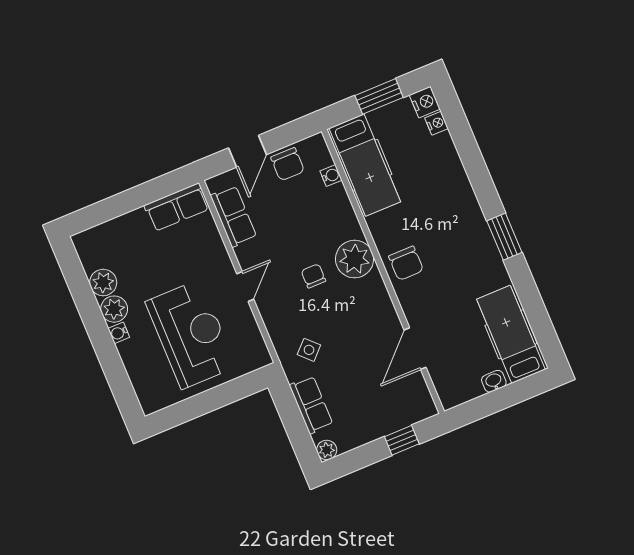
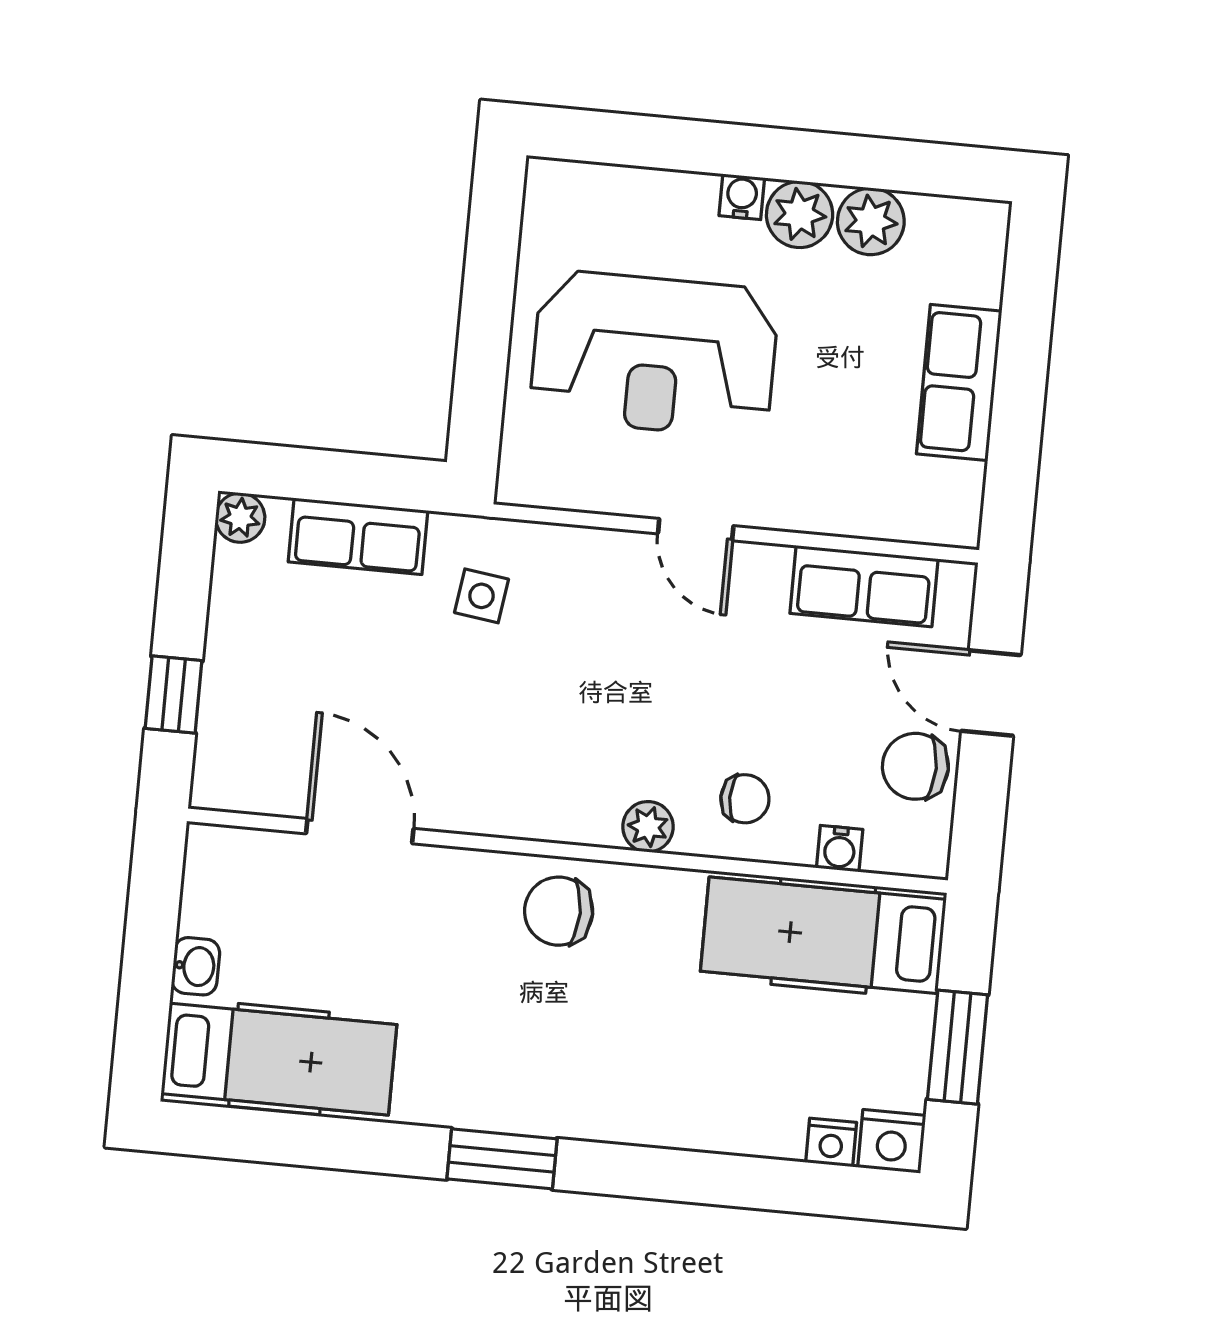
row of seats: (177, 207) -> (959, 382), moved
plant: (355, 259) -> (648, 827), width x0.53, depth x0.53
chair: (313, 276) -> (745, 799), moved
side table: (309, 350) -> (481, 596), turned -37

